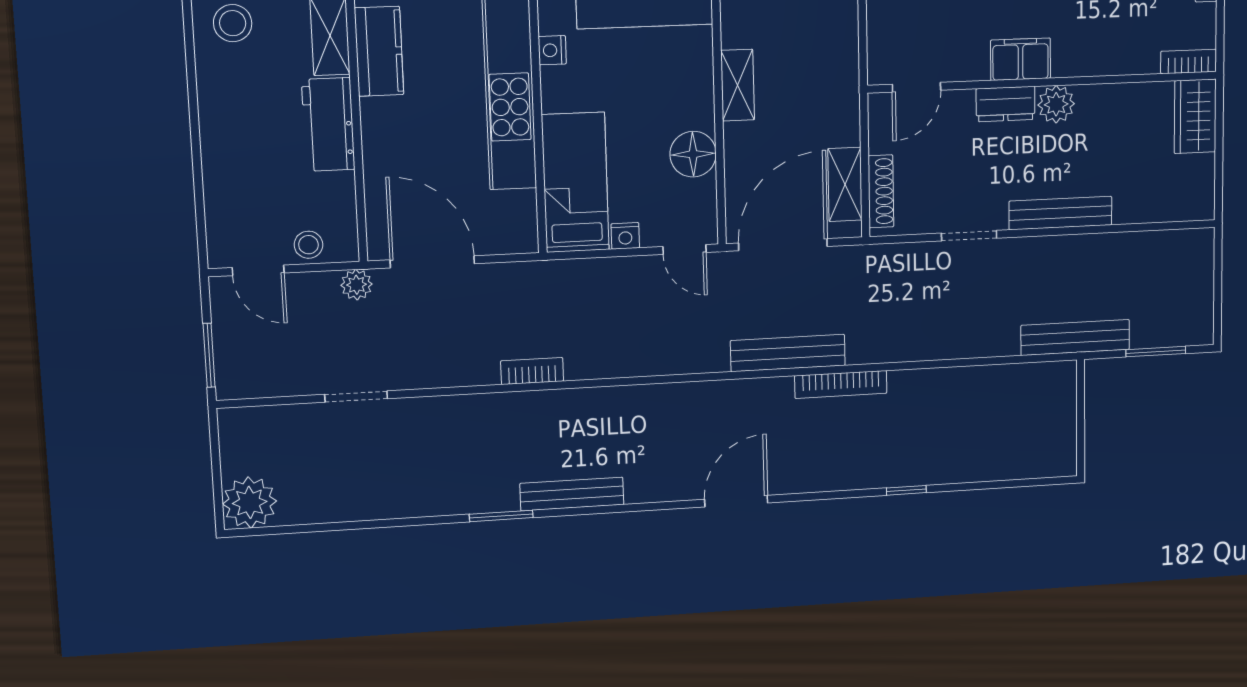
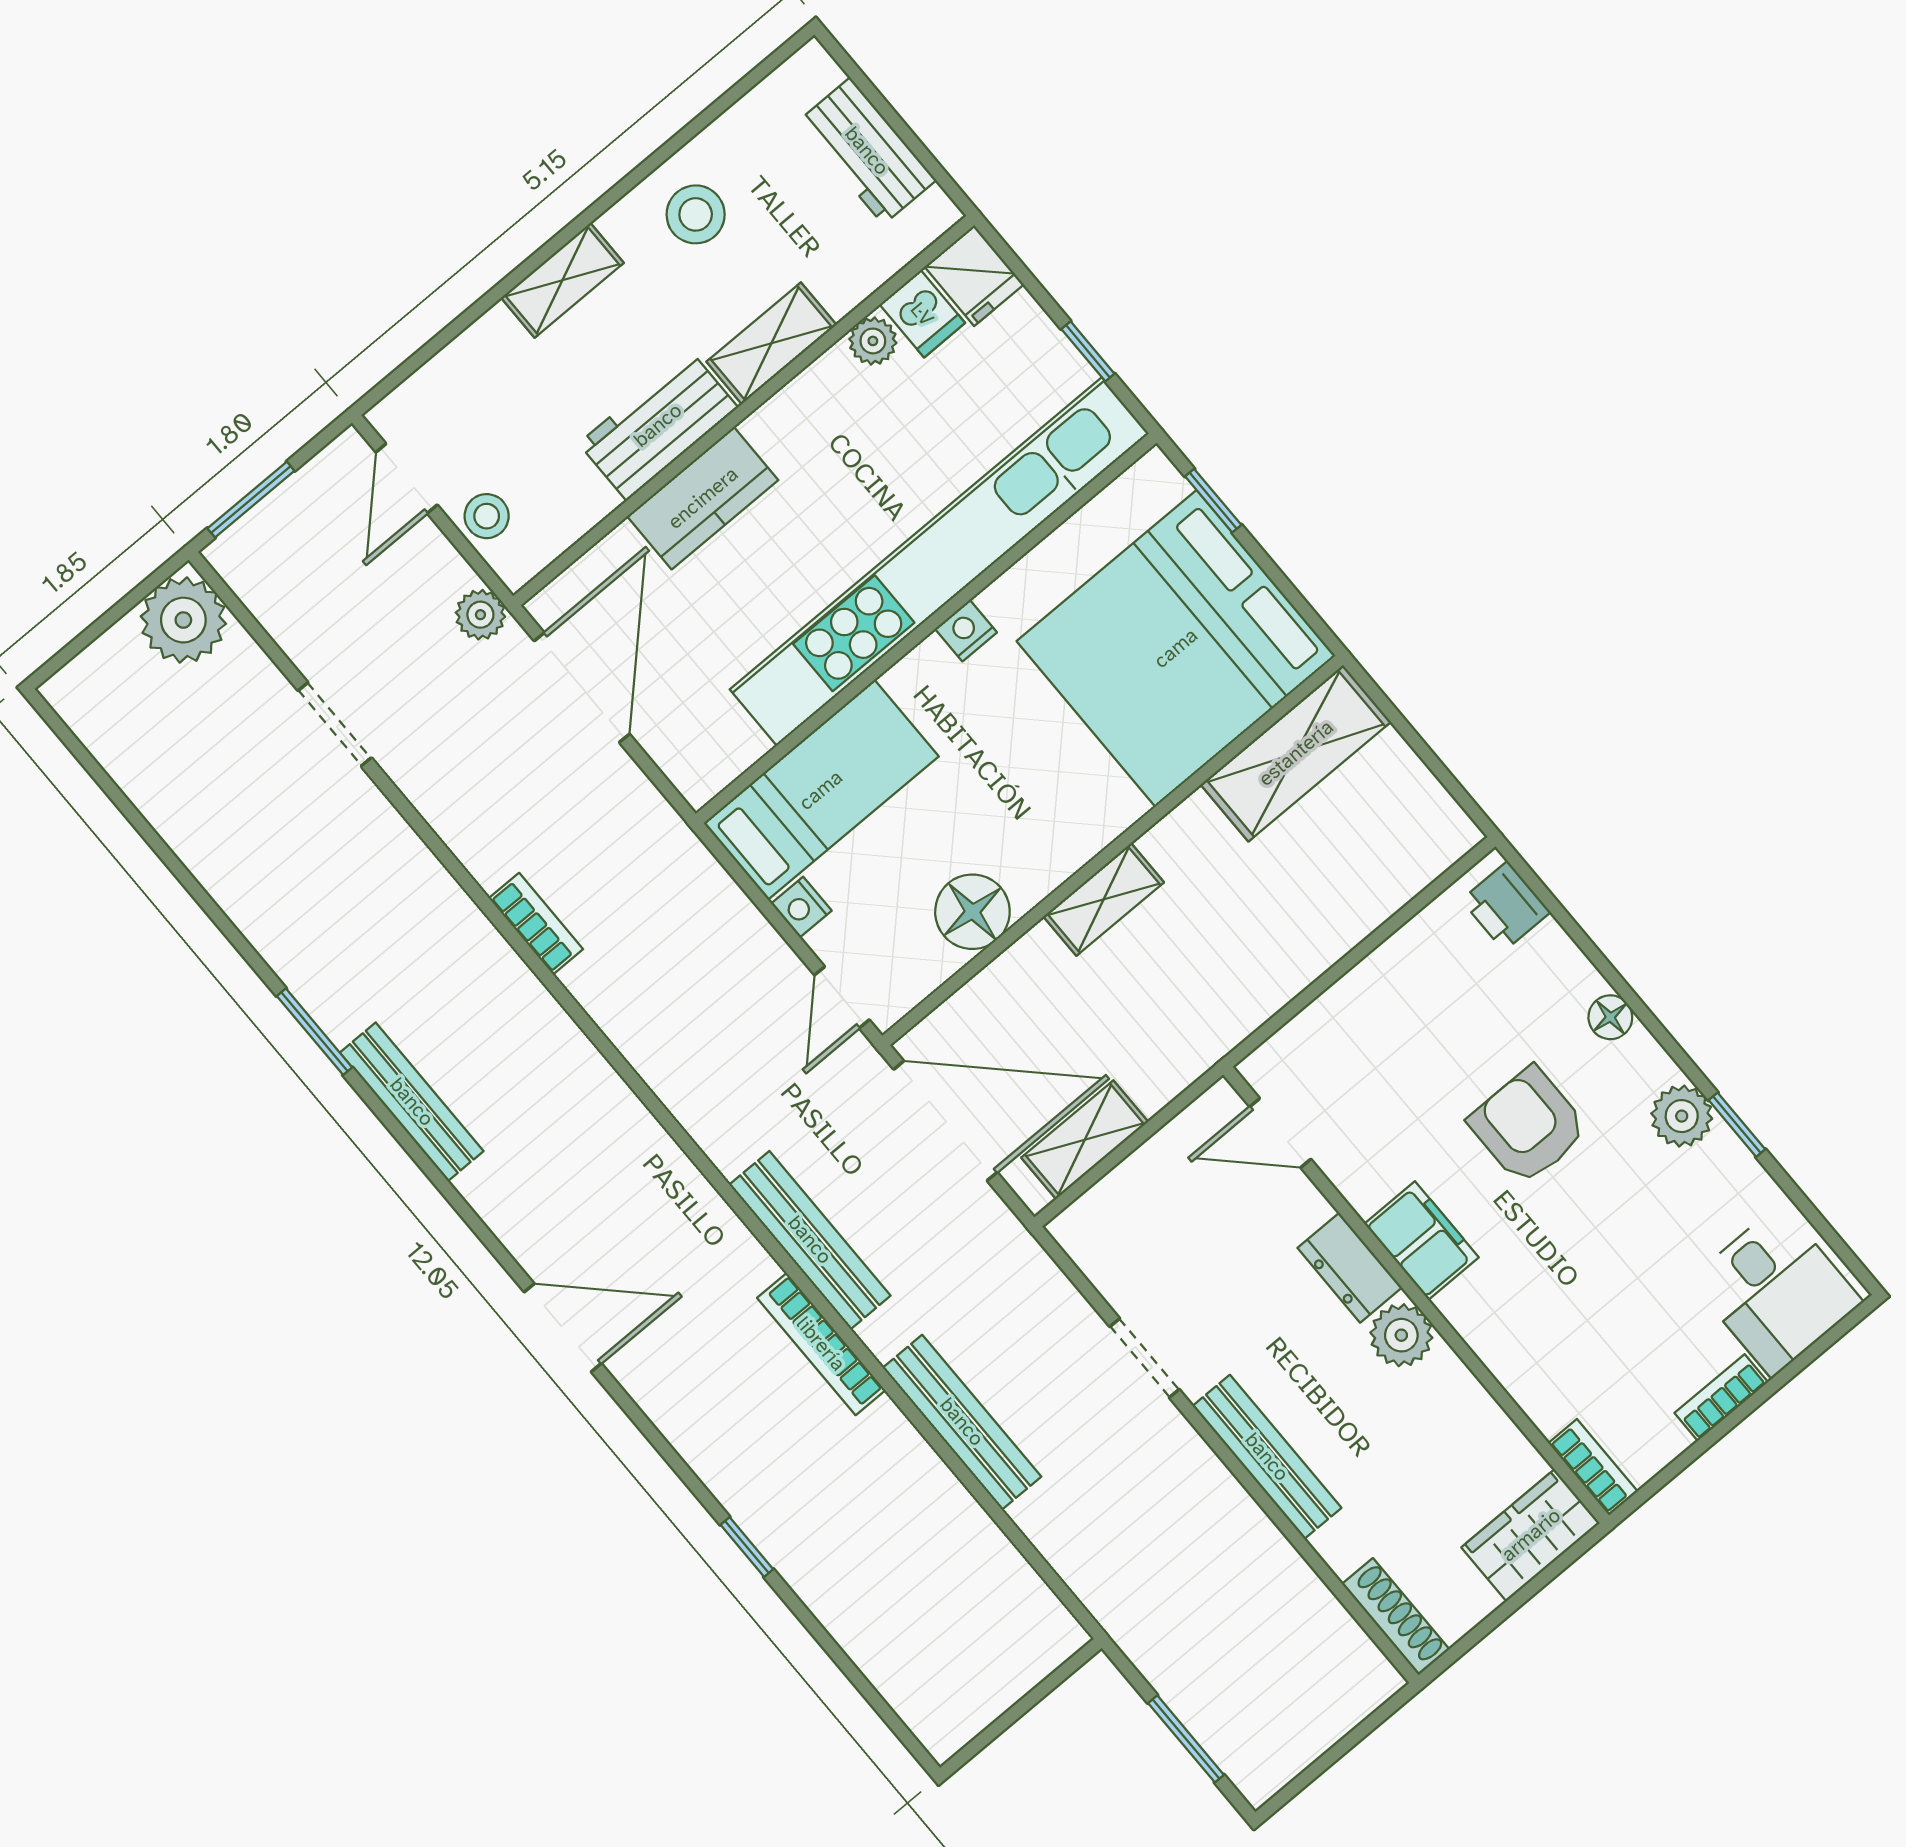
kitchen counter: (379, 51) -> (703, 498), moved
shelving: (215, 116) -> (562, 280), added
shoe rack: (881, 191) -> (1396, 1617), moved, turned -90
bench: (1075, 337) -> (962, 1422), moved
plant: (250, 502) -> (183, 620), moved

